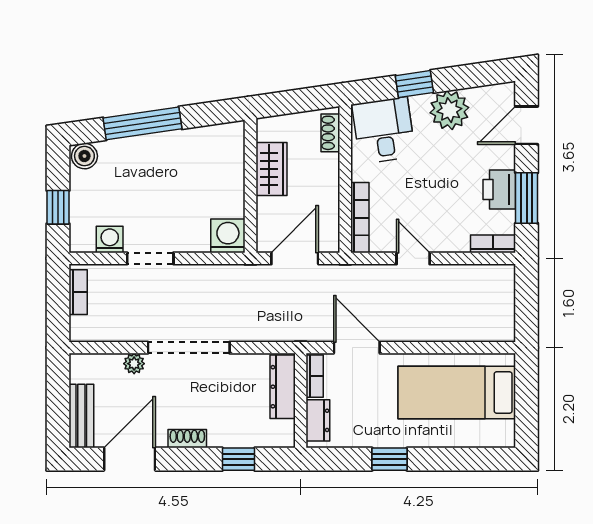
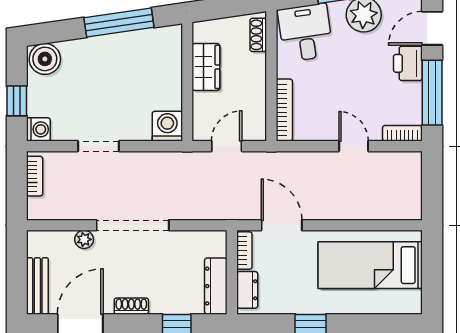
window: (142, 123) -> (119, 23), moved
boiler: (84, 156) -> (45, 59), width x1.36, depth x1.36
printer: (499, 189) -> (408, 63), moved
window: (527, 198) -> (432, 93), width x1.44
washing machine: (110, 239) -> (38, 129), moved, turned 90
door: (295, 258) -> (227, 146), width x0.73
door: (413, 258) -> (354, 146), moved
dresser: (283, 387) -> (216, 286), moved

